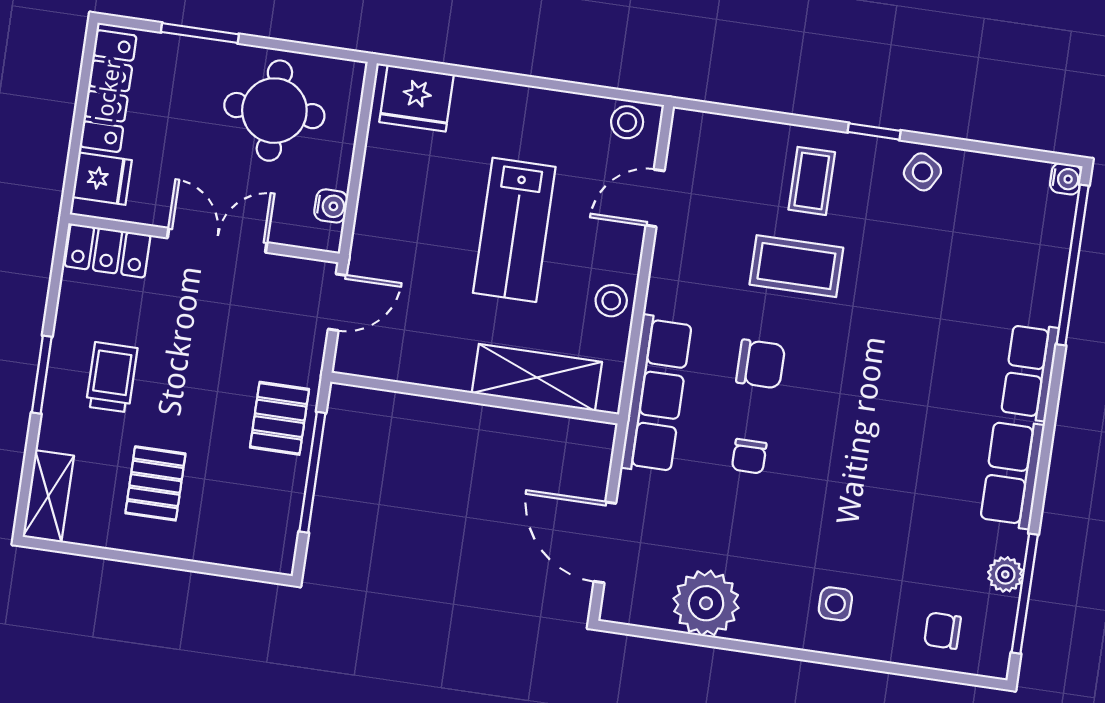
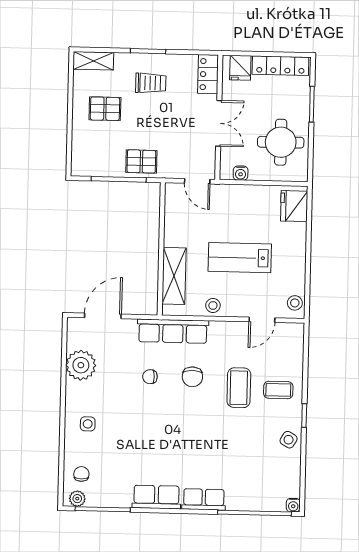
door: (655, 198) -> (262, 320), swing flipped
plant: (1005, 574) -> (77, 499), moved

